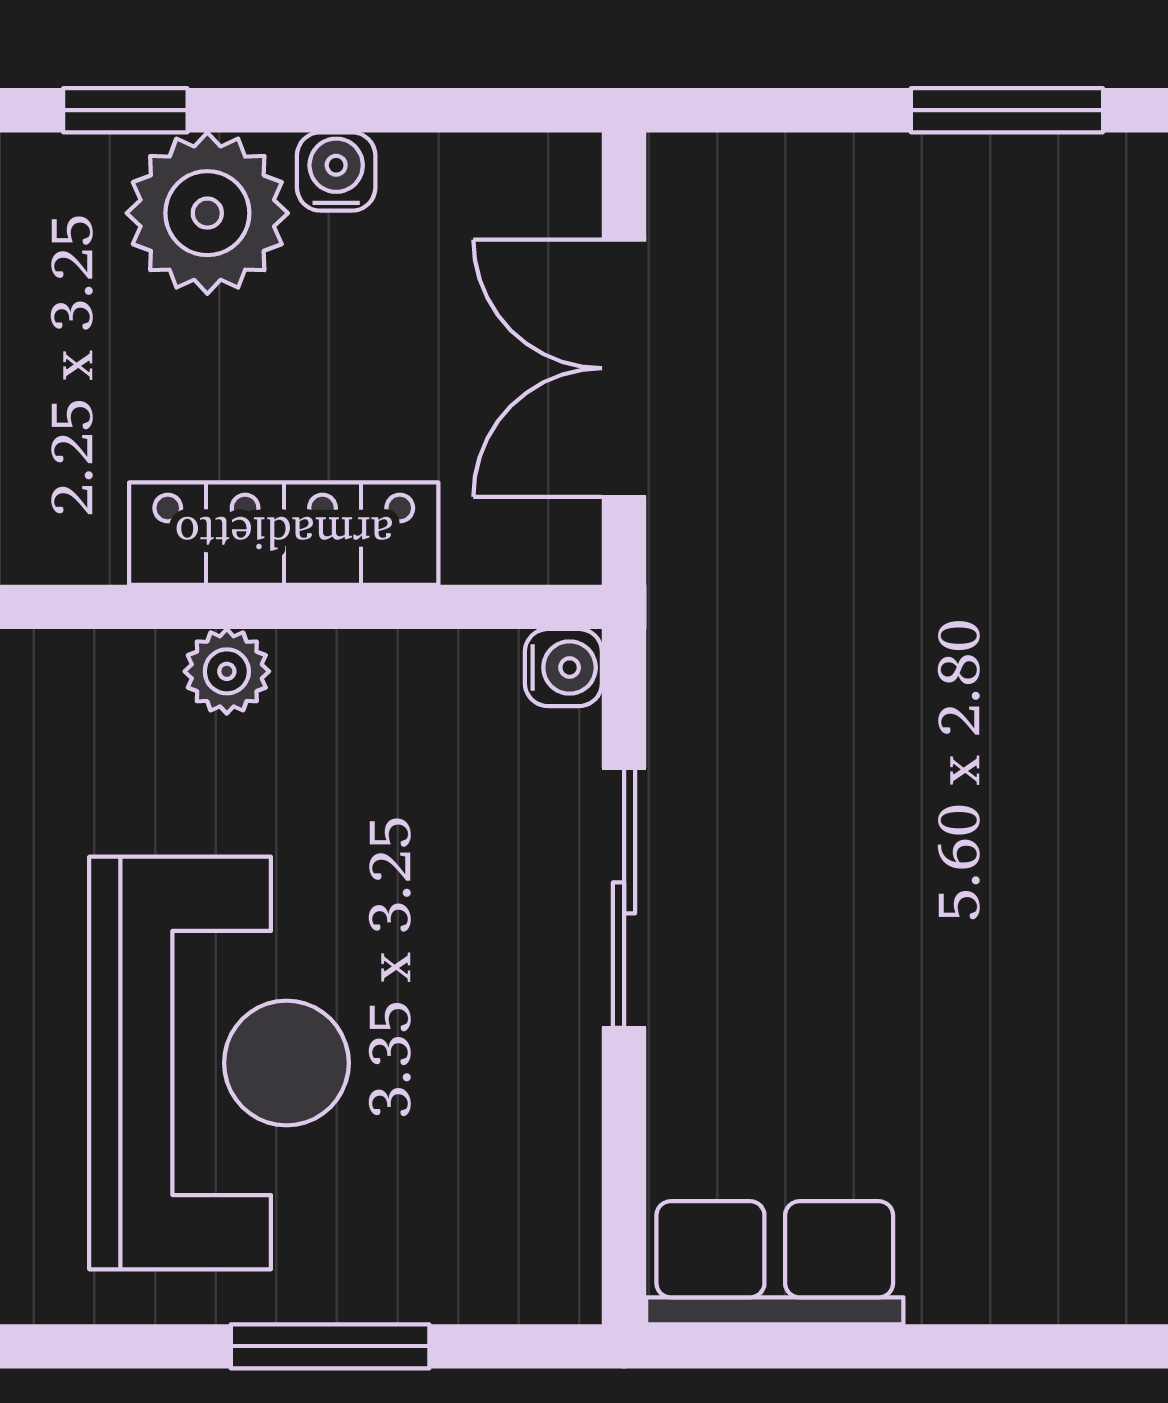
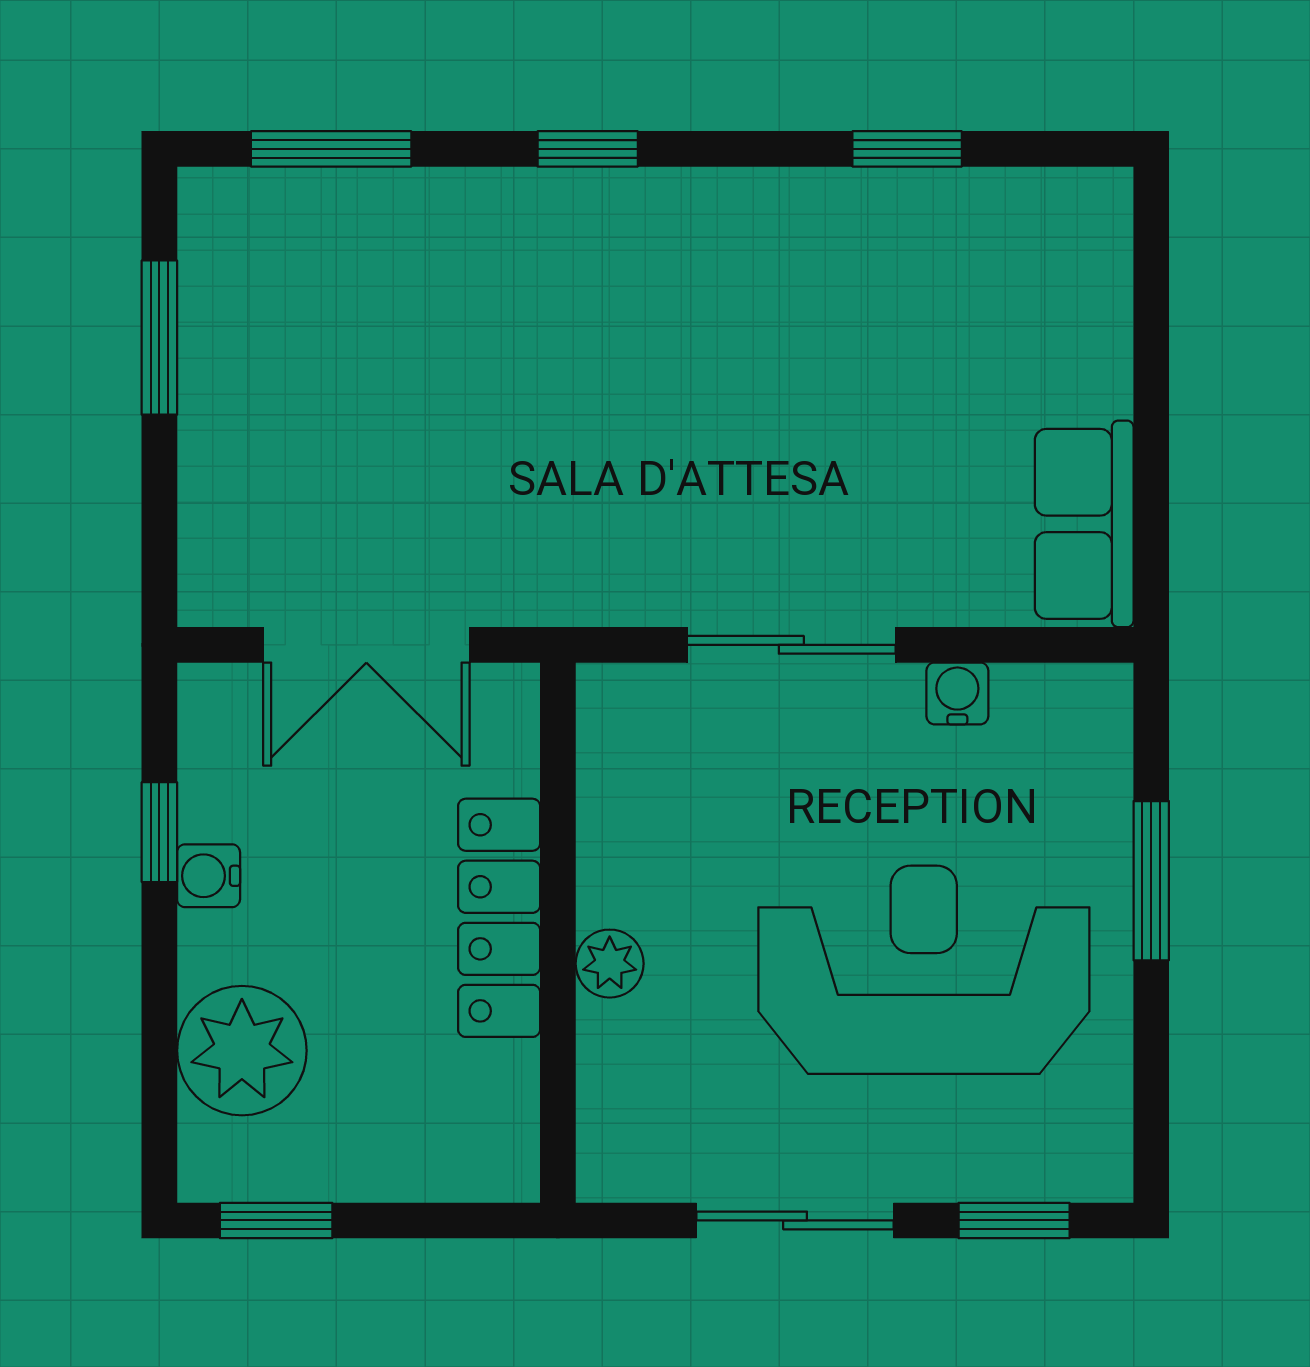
window: (125, 110) -> (159, 832), moved
plant: (207, 213) -> (242, 1051), moved
water cooler: (563, 668) -> (957, 693), moved

